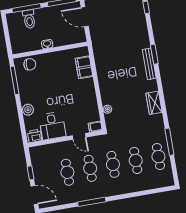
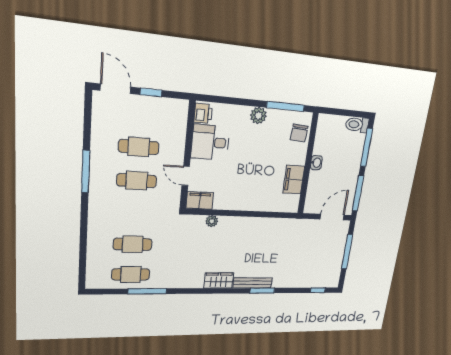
toilet: (29, 19) -> (357, 125), moved
filing cabinet: (84, 67) -> (294, 180), moved, turned -90
wardrobe: (154, 103) -> (219, 281), moved
plant: (28, 110) -> (258, 116), moved
filing cabinet: (95, 127) -> (200, 200), width x2.00
door: (79, 136) -> (186, 176), hinge flipped
cafe table: (113, 164) -> (135, 213), removed
door: (34, 195) -> (115, 89), swing flipped

